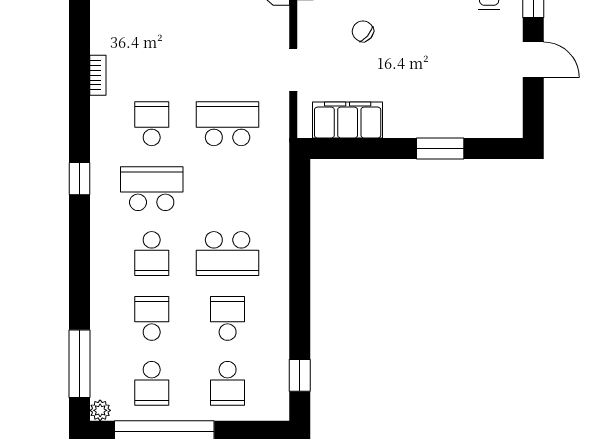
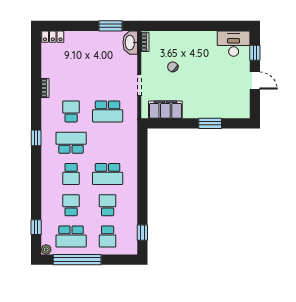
school desk: (228, 124) -> (108, 111), turned 180
window: (79, 364) -> (36, 227), width x0.46
school desk: (152, 383) -> (71, 236), width x1.85

